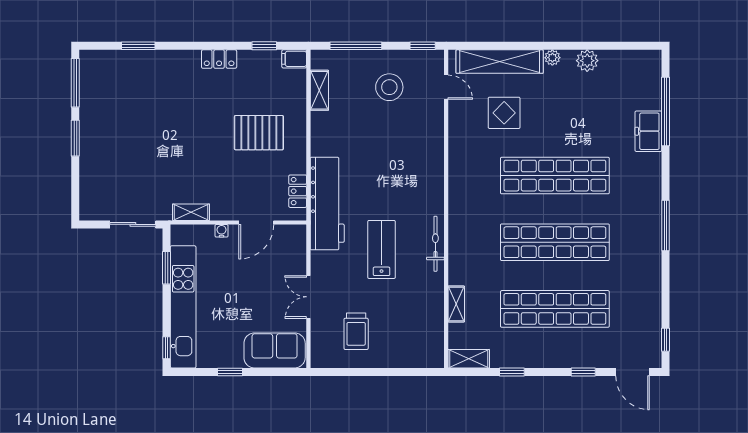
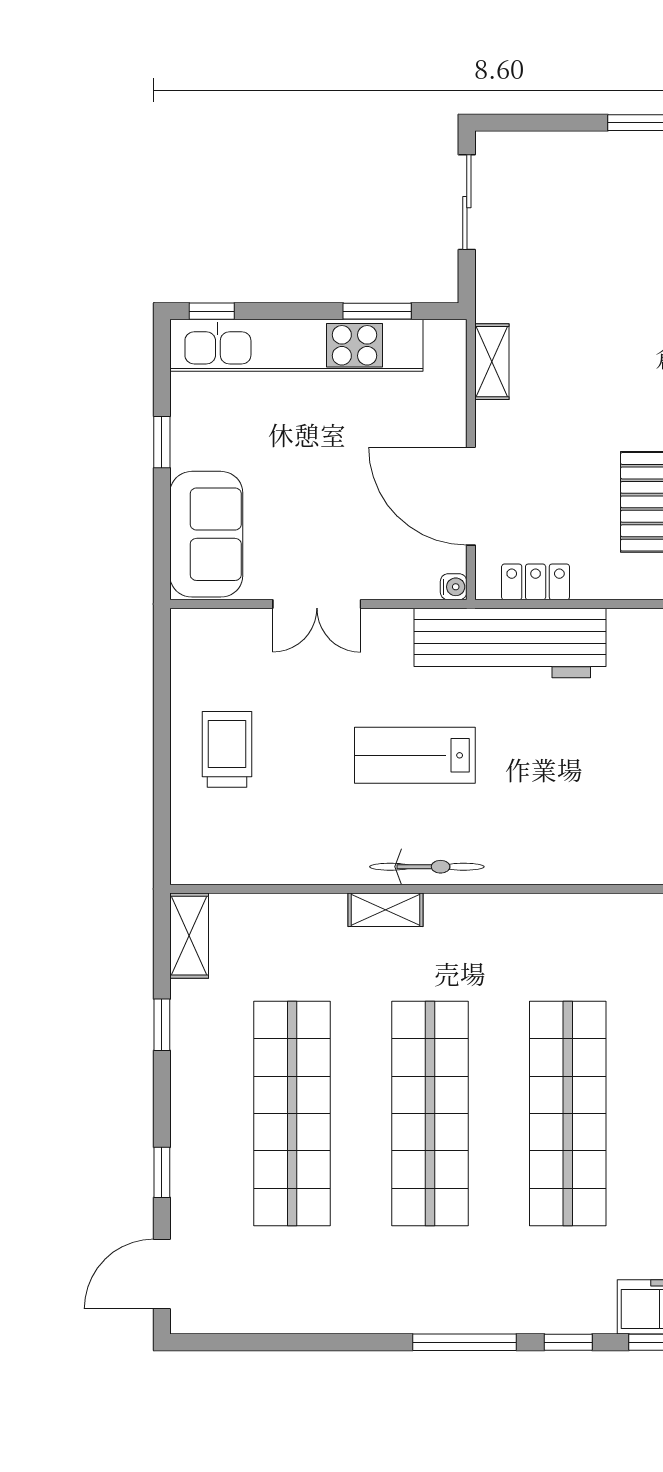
door: (256, 222) -> (471, 496), width x1.36
sliding door: (133, 224) -> (467, 202), moved
water cooler: (222, 231) -> (454, 587), moved
lab bench: (382, 249) -> (415, 755), turned 180
double door: (308, 297) -> (317, 604), swing flipped
shelving: (456, 304) -> (385, 910), moved
trolley: (356, 331) -> (227, 749), moved, turned 90
window: (666, 340) -> (568, 1342), moved

